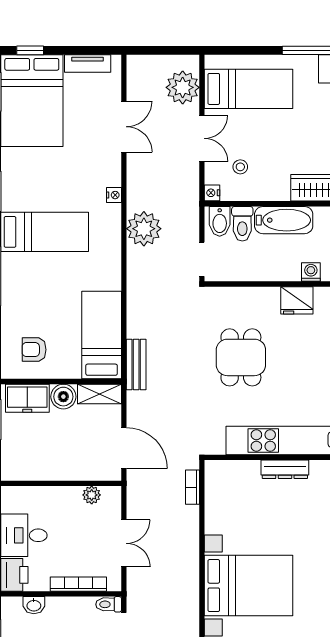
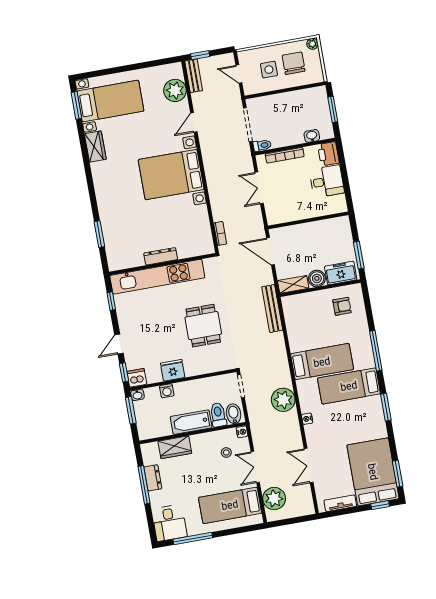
bed: (102, 335) -> (322, 362), moved, turned -90
bench: (136, 364) -> (272, 308), width x1.36
plant: (92, 495) -> (286, 216), removed

